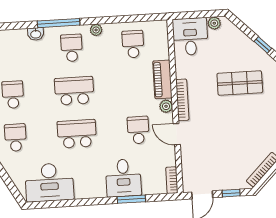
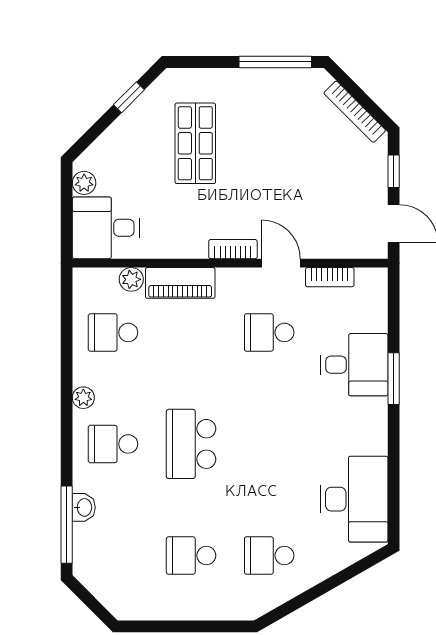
window: (59, 23) -> (67, 525), moved
bookcase: (182, 100) -> (233, 249), width x0.64
plant: (166, 106) -> (131, 279), moved
school desk: (77, 134) -> (269, 444), removed
door: (177, 134) -> (281, 263), swing flipped
bookcase: (172, 180) -> (330, 277), moved
window: (131, 199) -> (394, 379), moved

